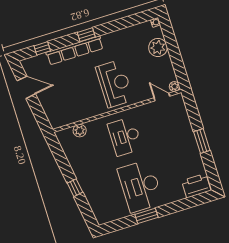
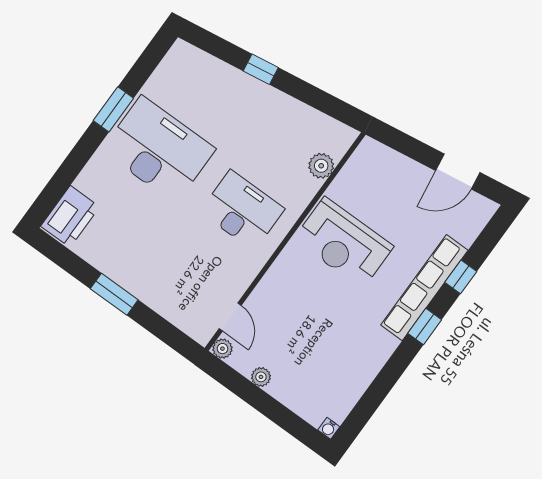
plant: (158, 47) -> (261, 377), moved, width x0.53, depth x0.53
window: (42, 48) -> (461, 277), moved
reception desk: (115, 84) -> (344, 243), moved
door: (162, 97) -> (230, 317), hinge flipped

